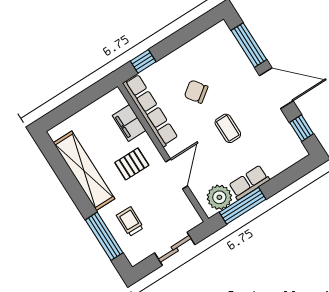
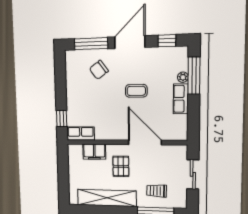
chair: (196, 92) -> (99, 70), moved
row of seats: (150, 110) -> (81, 133), width x0.50
door: (177, 174) -> (145, 142), width x1.36
plant: (219, 197) -> (183, 77), moved, width x0.53, depth x0.53
window: (243, 206) -> (194, 76), moved

